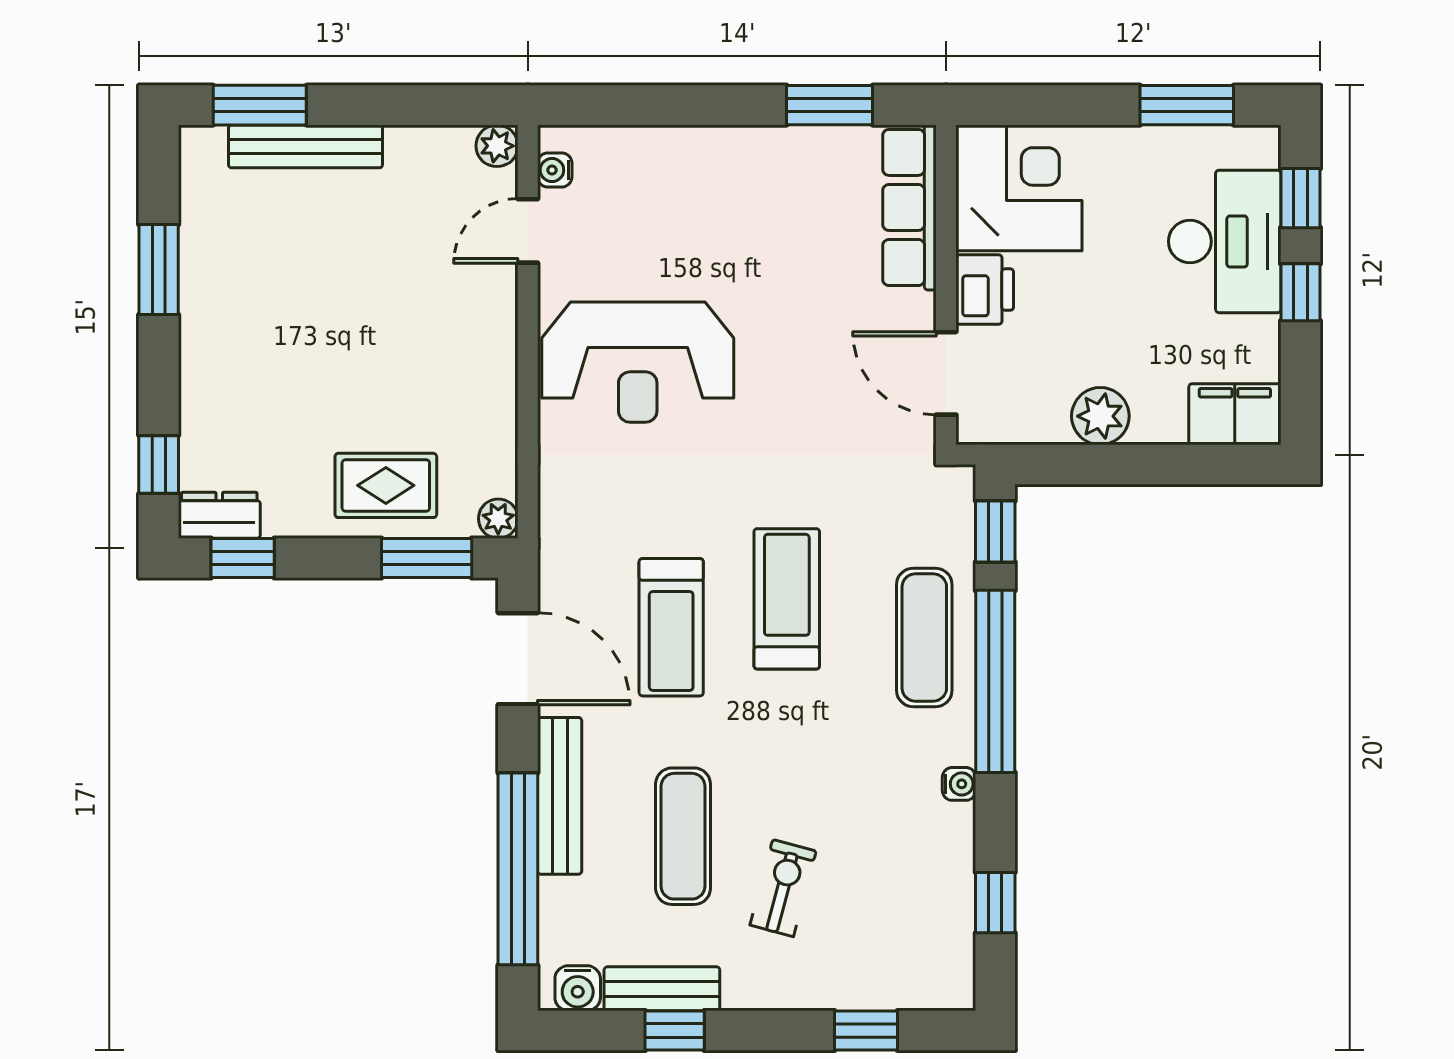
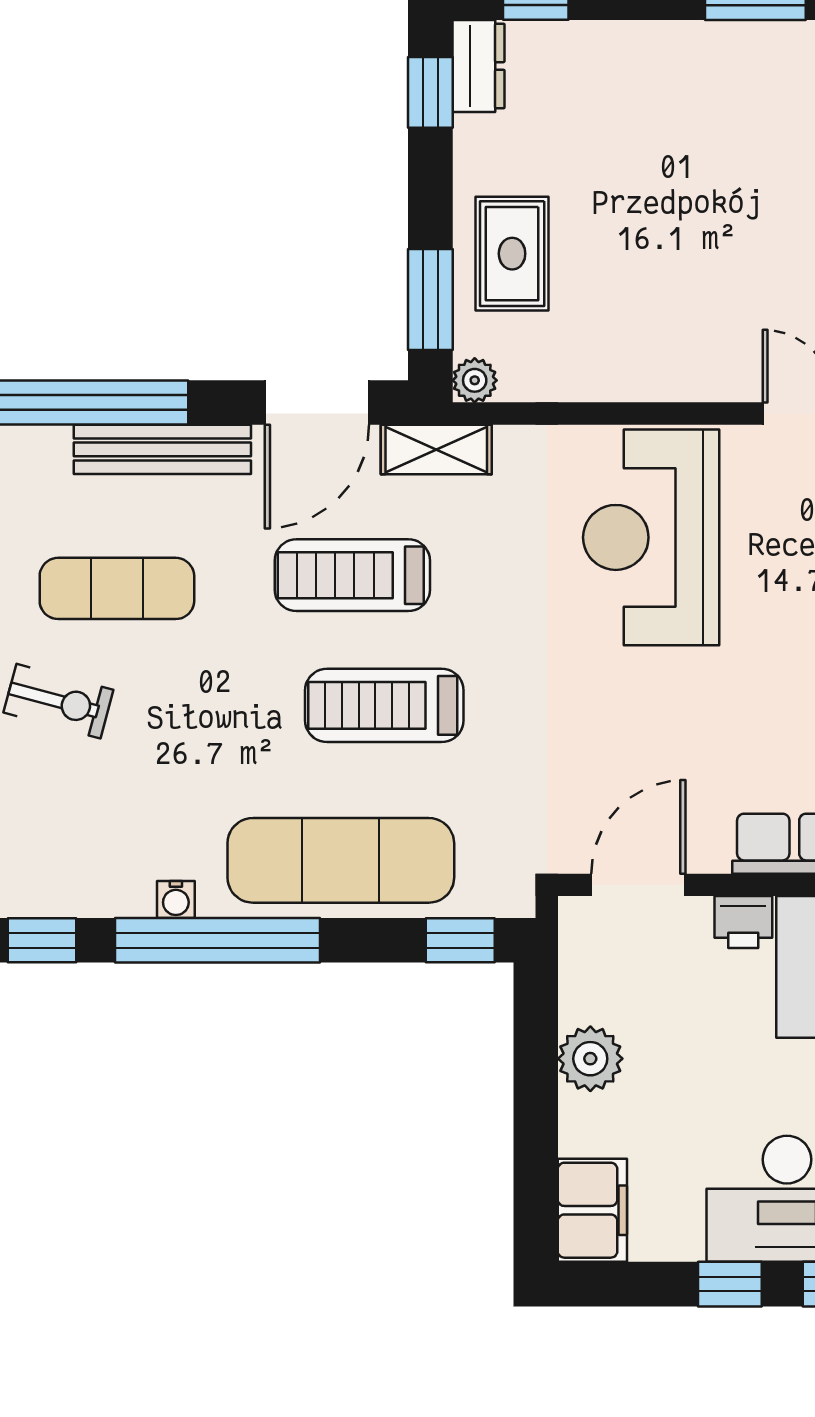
printer: (985, 290) -> (743, 922), width x0.73, depth x0.81
shelving: (560, 553) -> (436, 450), added
treadmill: (787, 599) -> (384, 705), turned 180
exercise mat: (924, 637) -> (341, 860), width x1.36, depth x1.45
window: (995, 681) -> (218, 940), moved

